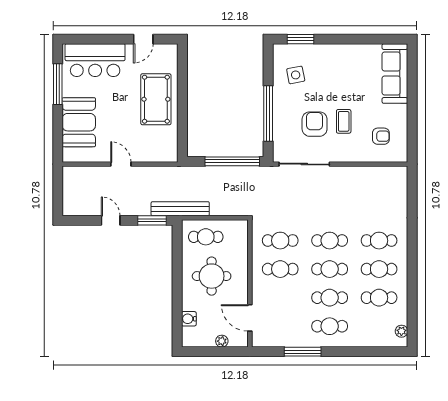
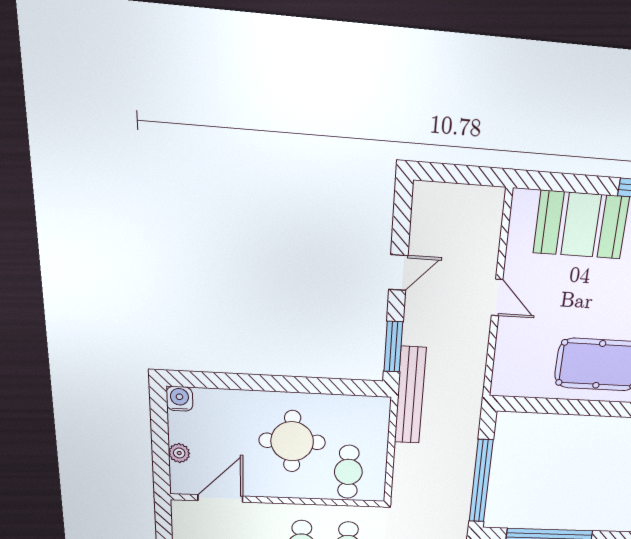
door: (121, 164) -> (497, 297), hinge flipped
cafe table: (206, 237) -> (348, 472), moved
water cooler: (189, 319) -> (179, 399), moved

